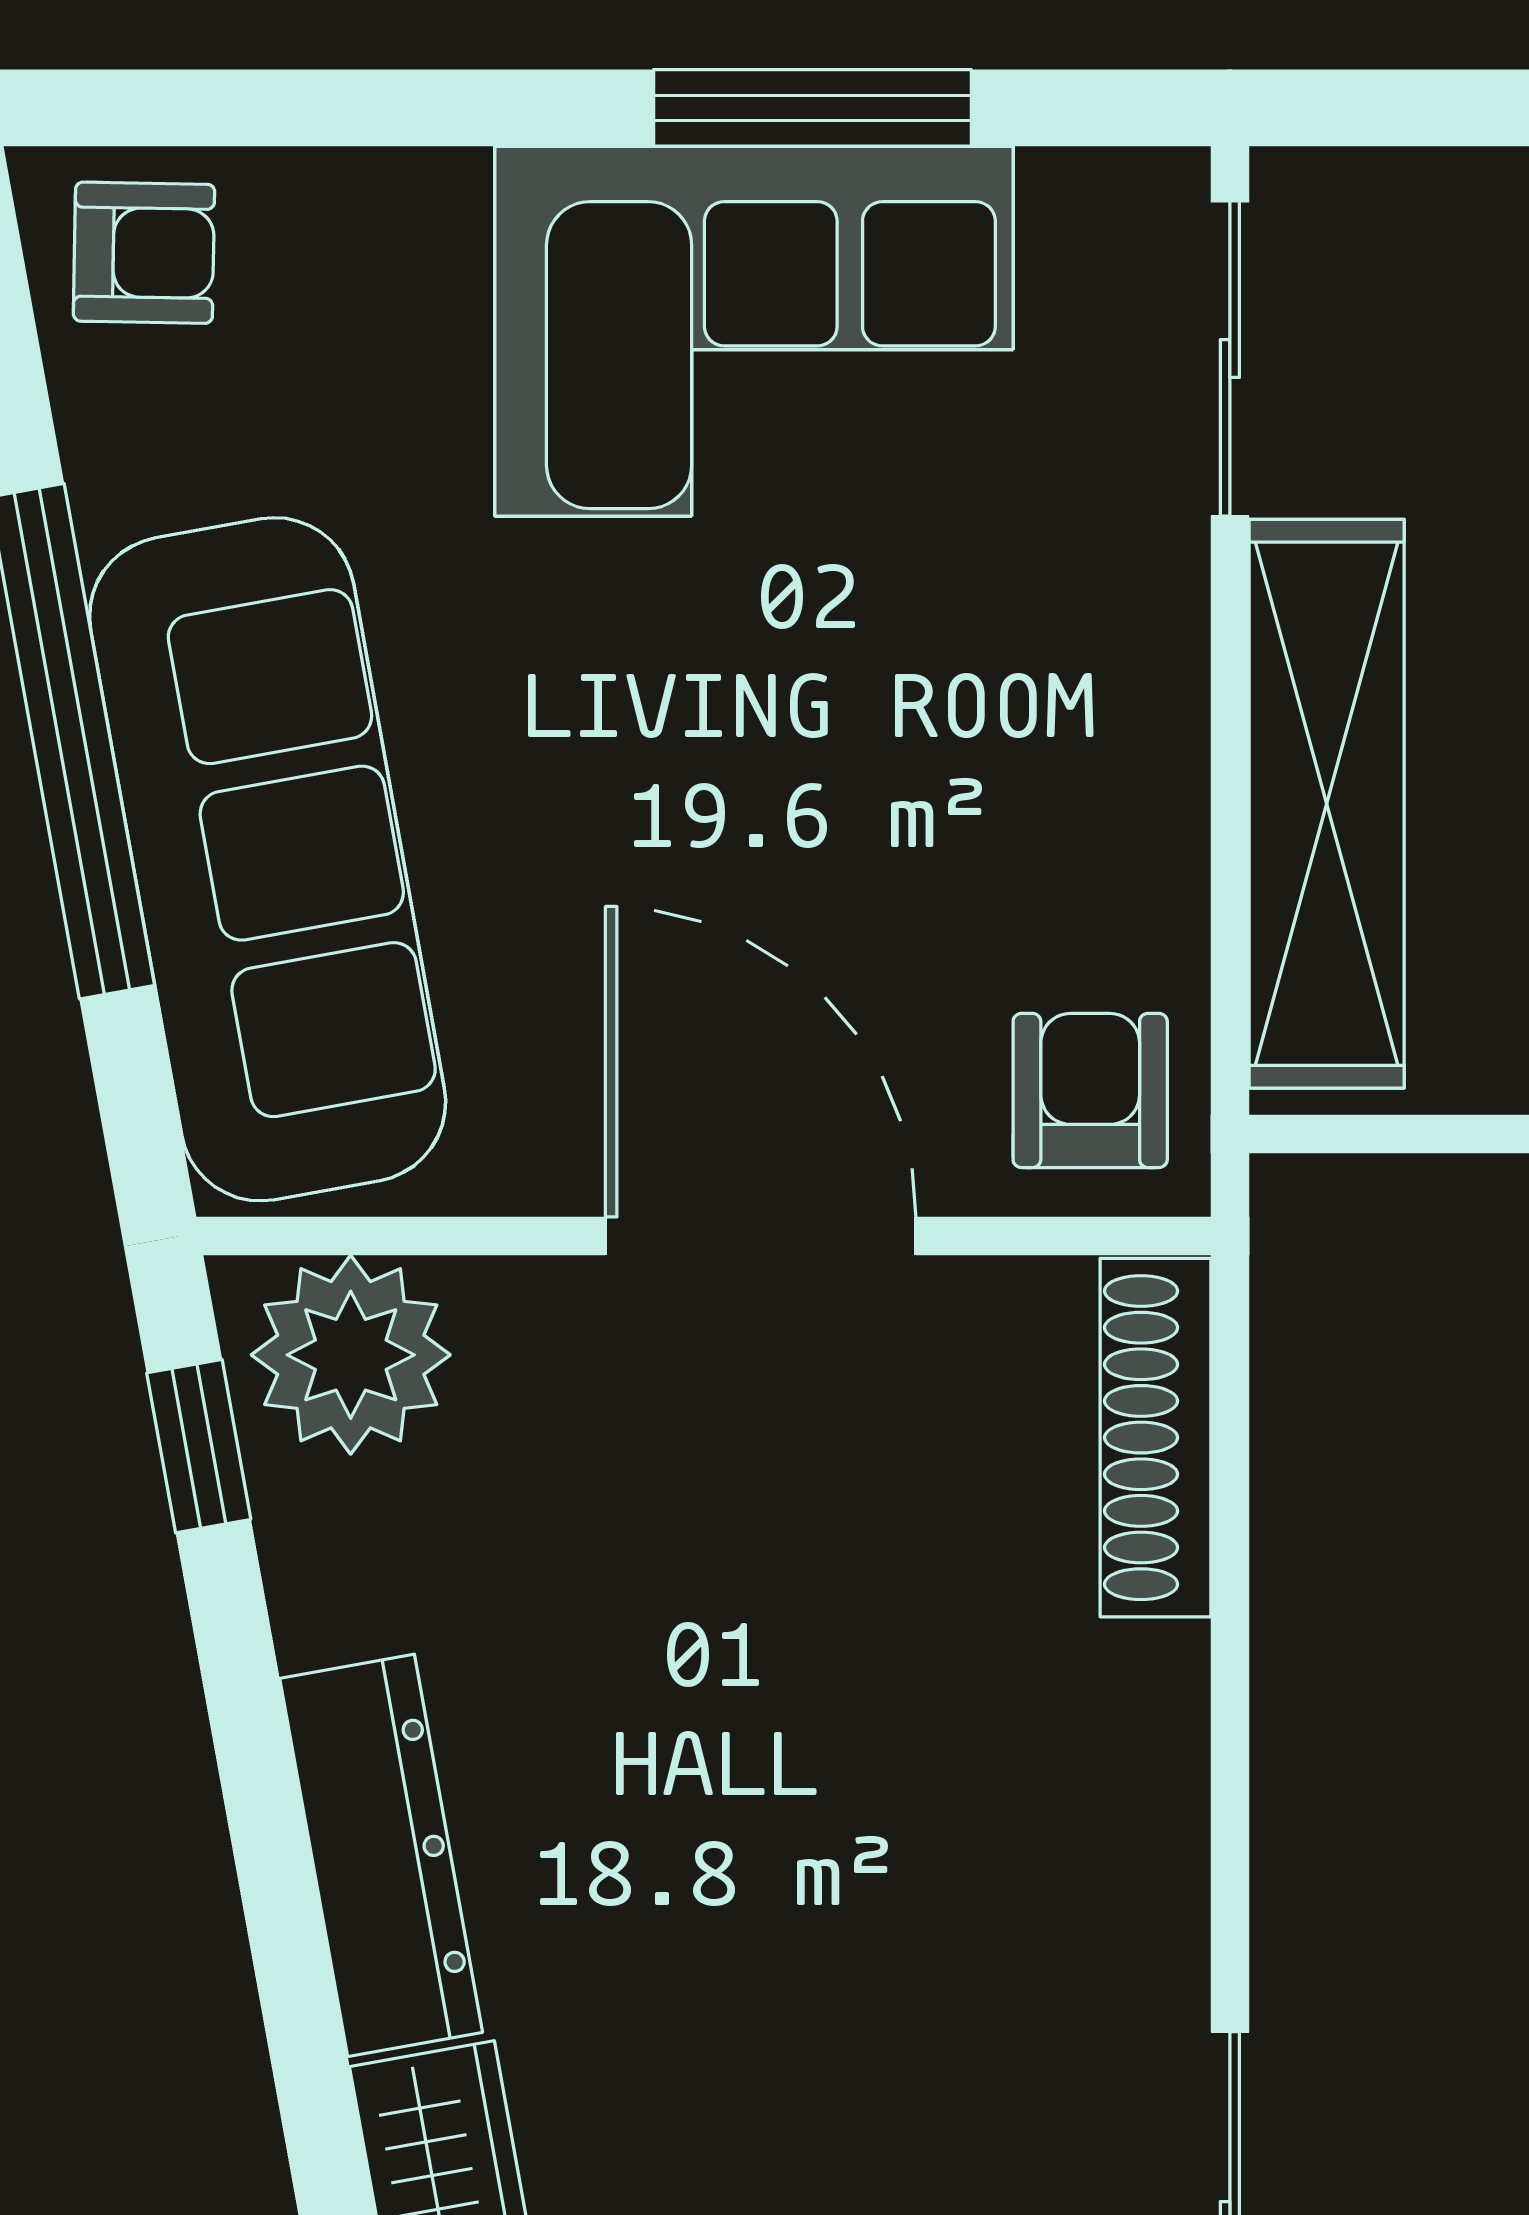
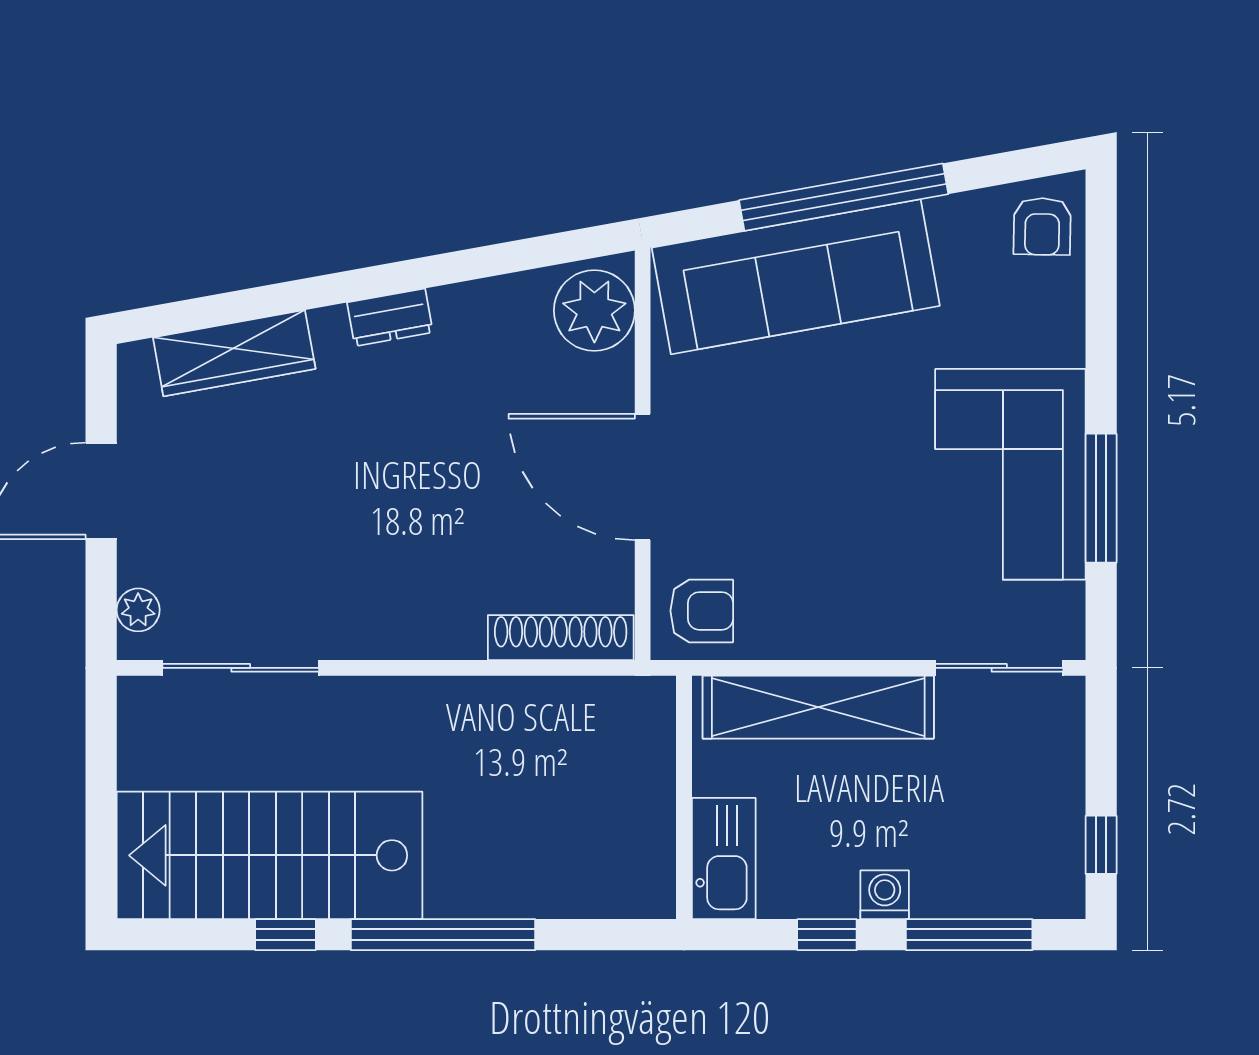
door: (761, 1236) -> (643, 477), swing flipped
window: (199, 1446) -> (557, 249), removed
dresser: (381, 1855) -> (390, 317), width x0.51, depth x0.80

